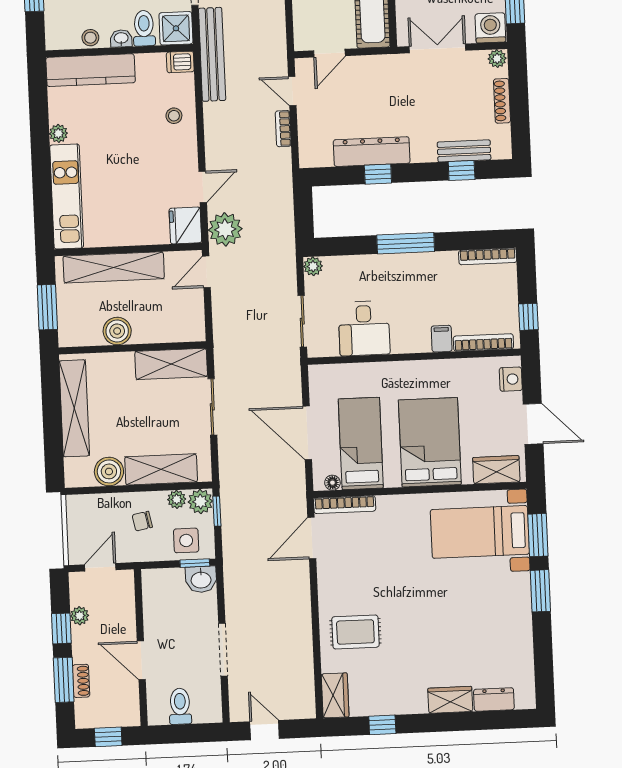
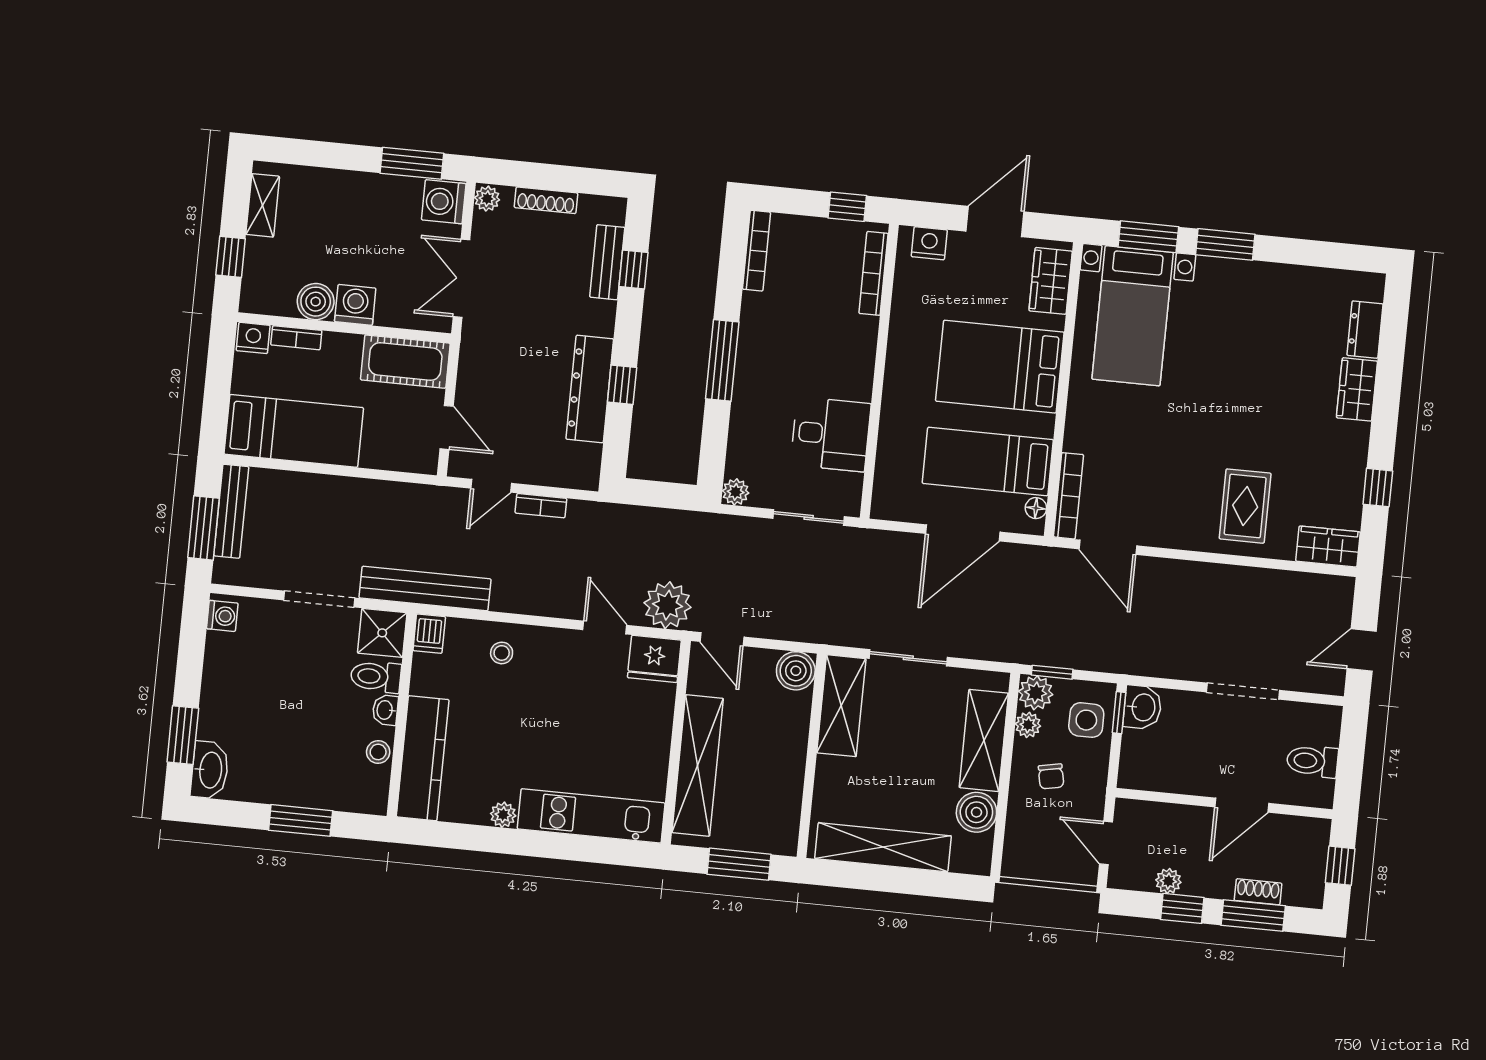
boiler: (117, 331) -> (796, 671), moved
filing cabinet: (442, 339) -> (860, 330), removed

